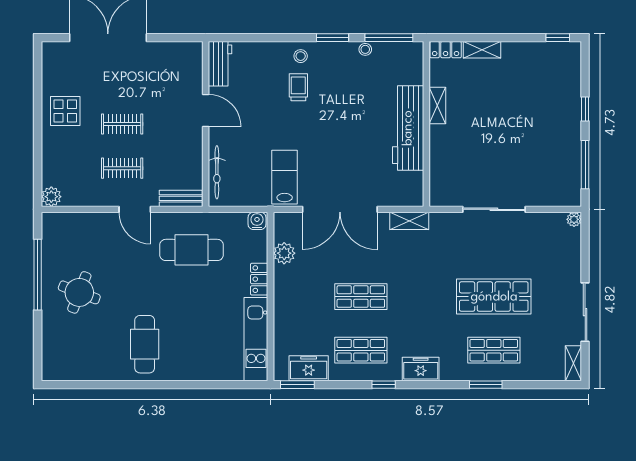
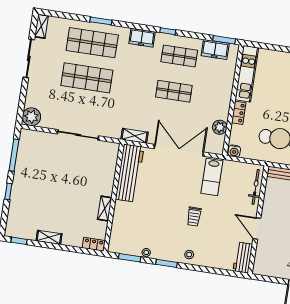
window: (389, 38) -> (130, 258), width x0.69
shelving: (482, 50) -> (49, 237), moved
trolley: (298, 87) -> (194, 217), moved
workbench: (408, 128) -> (130, 173), moved
plant: (574, 219) -> (31, 117), width x1.87, depth x1.87
shop shelf: (494, 350) -> (92, 43), width x1.43, depth x1.36

